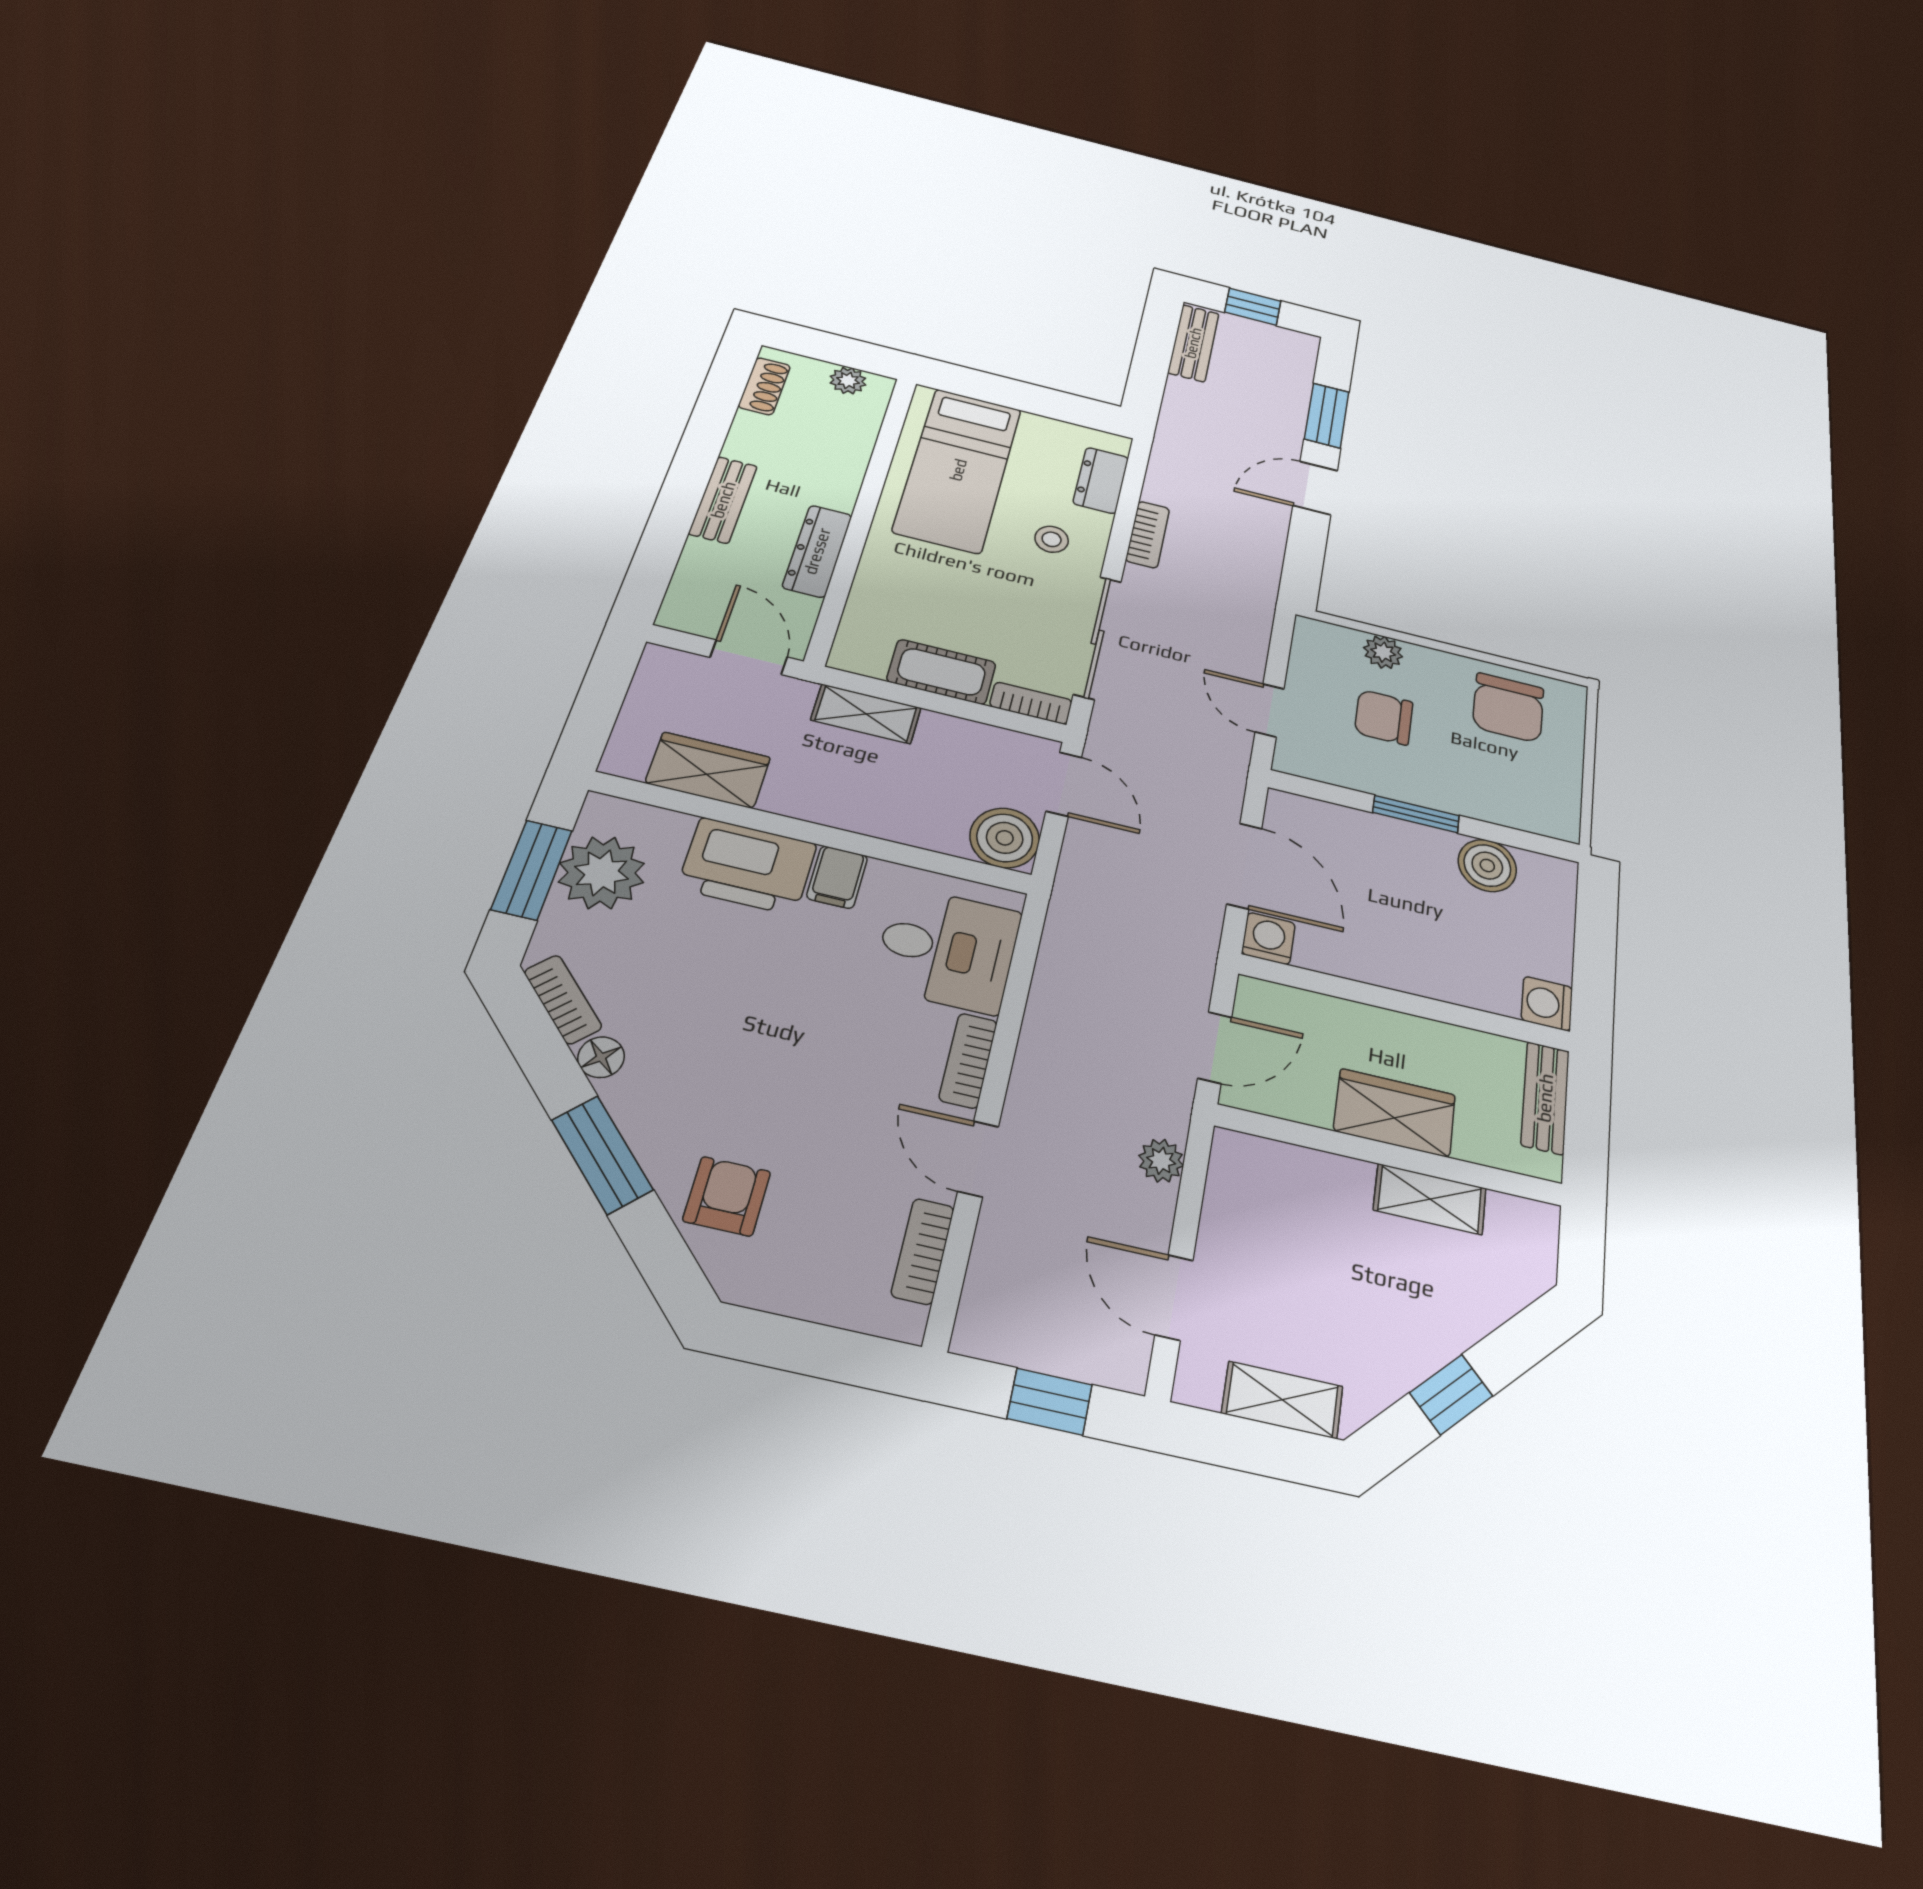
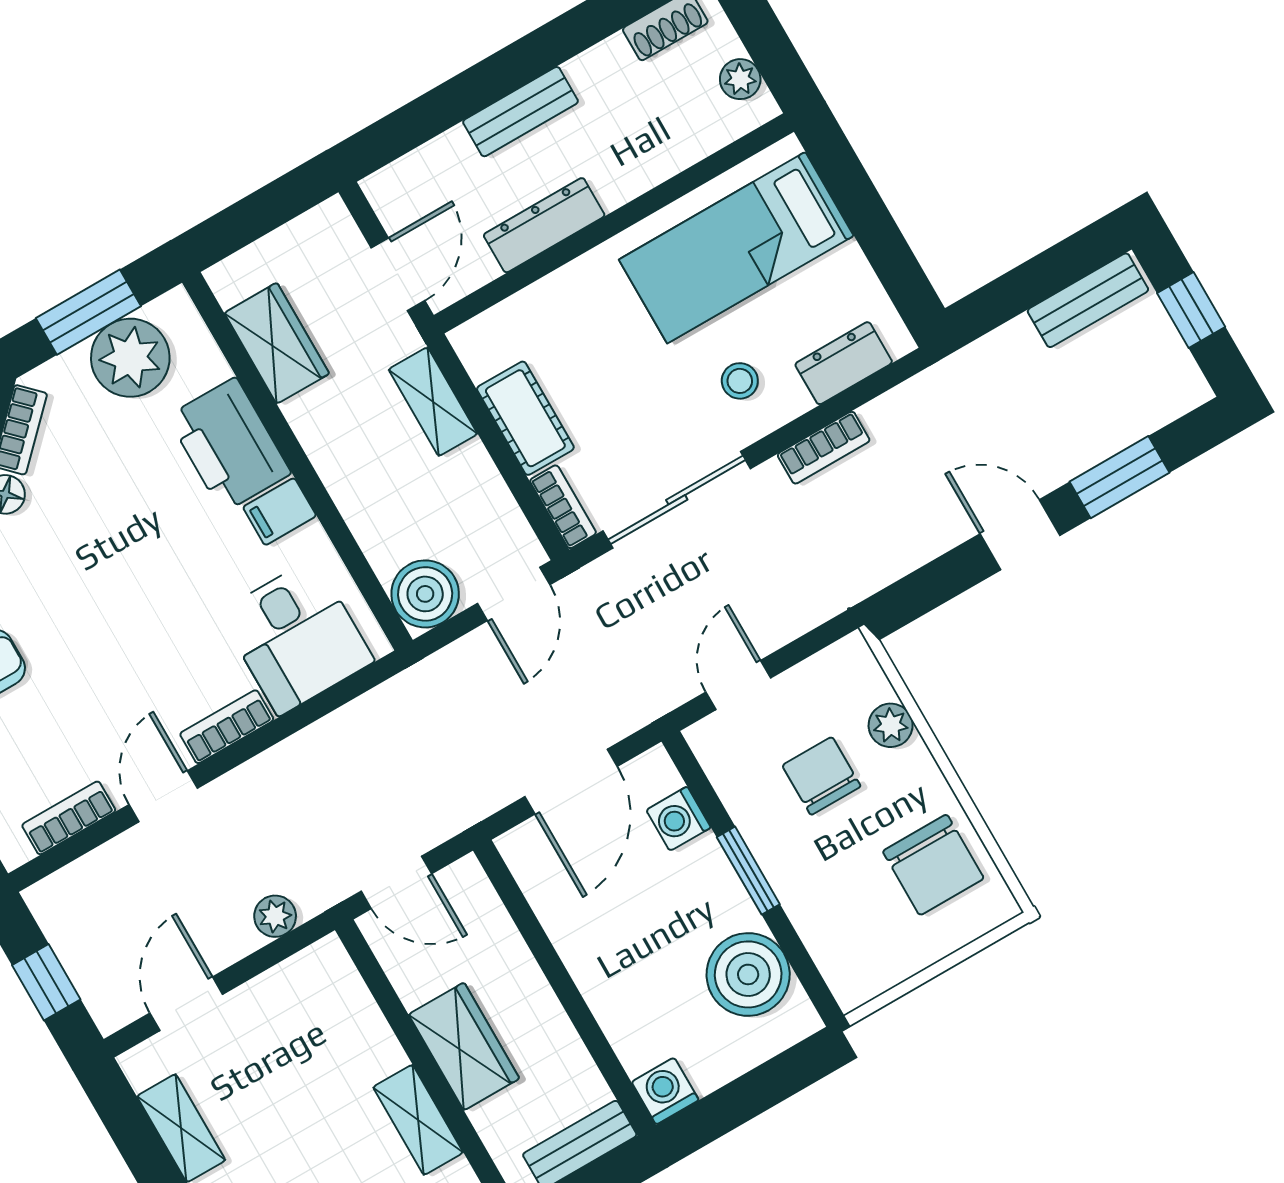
chair: (1508, 708) -> (933, 865), turned -90
boiler: (1487, 866) -> (748, 974), width x1.37, depth x1.37
washing machine: (1268, 938) -> (679, 819), moved, turned 180

